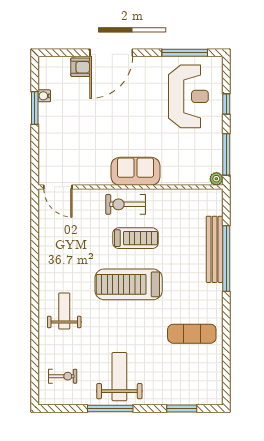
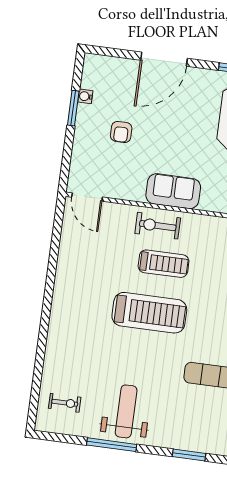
armchair: (80, 67) -> (121, 132), moved, turned 90
treadmill: (129, 284) -> (149, 313), turned 180
weight bench: (64, 311) -> (76, 332), removed

